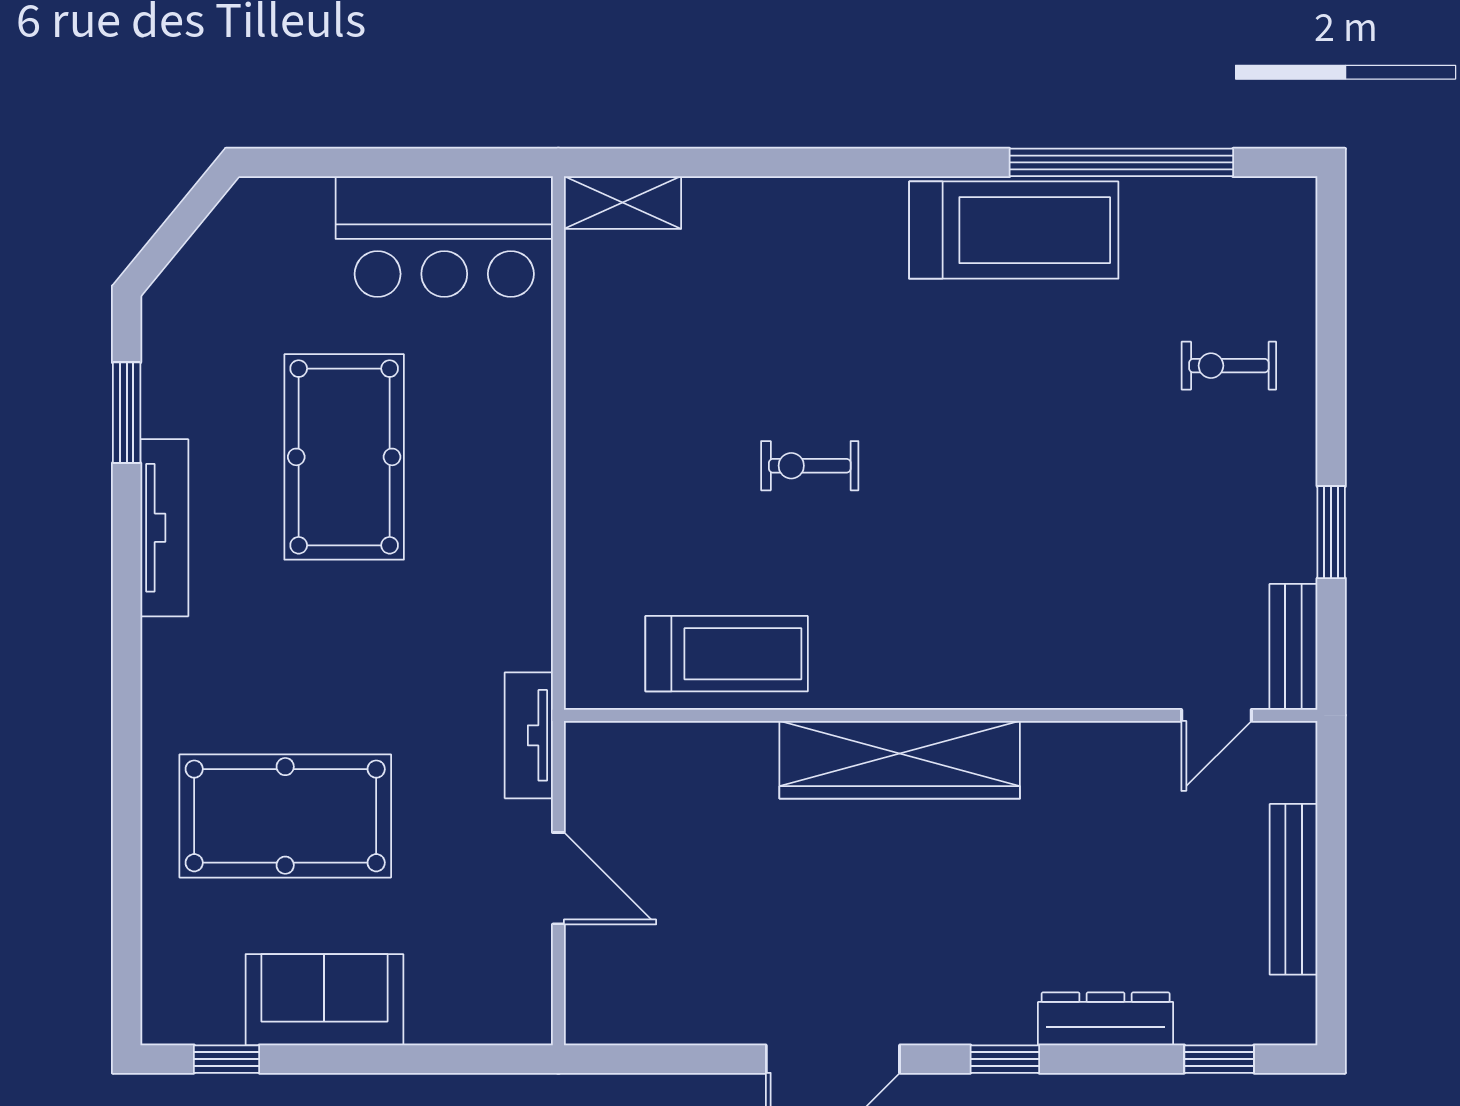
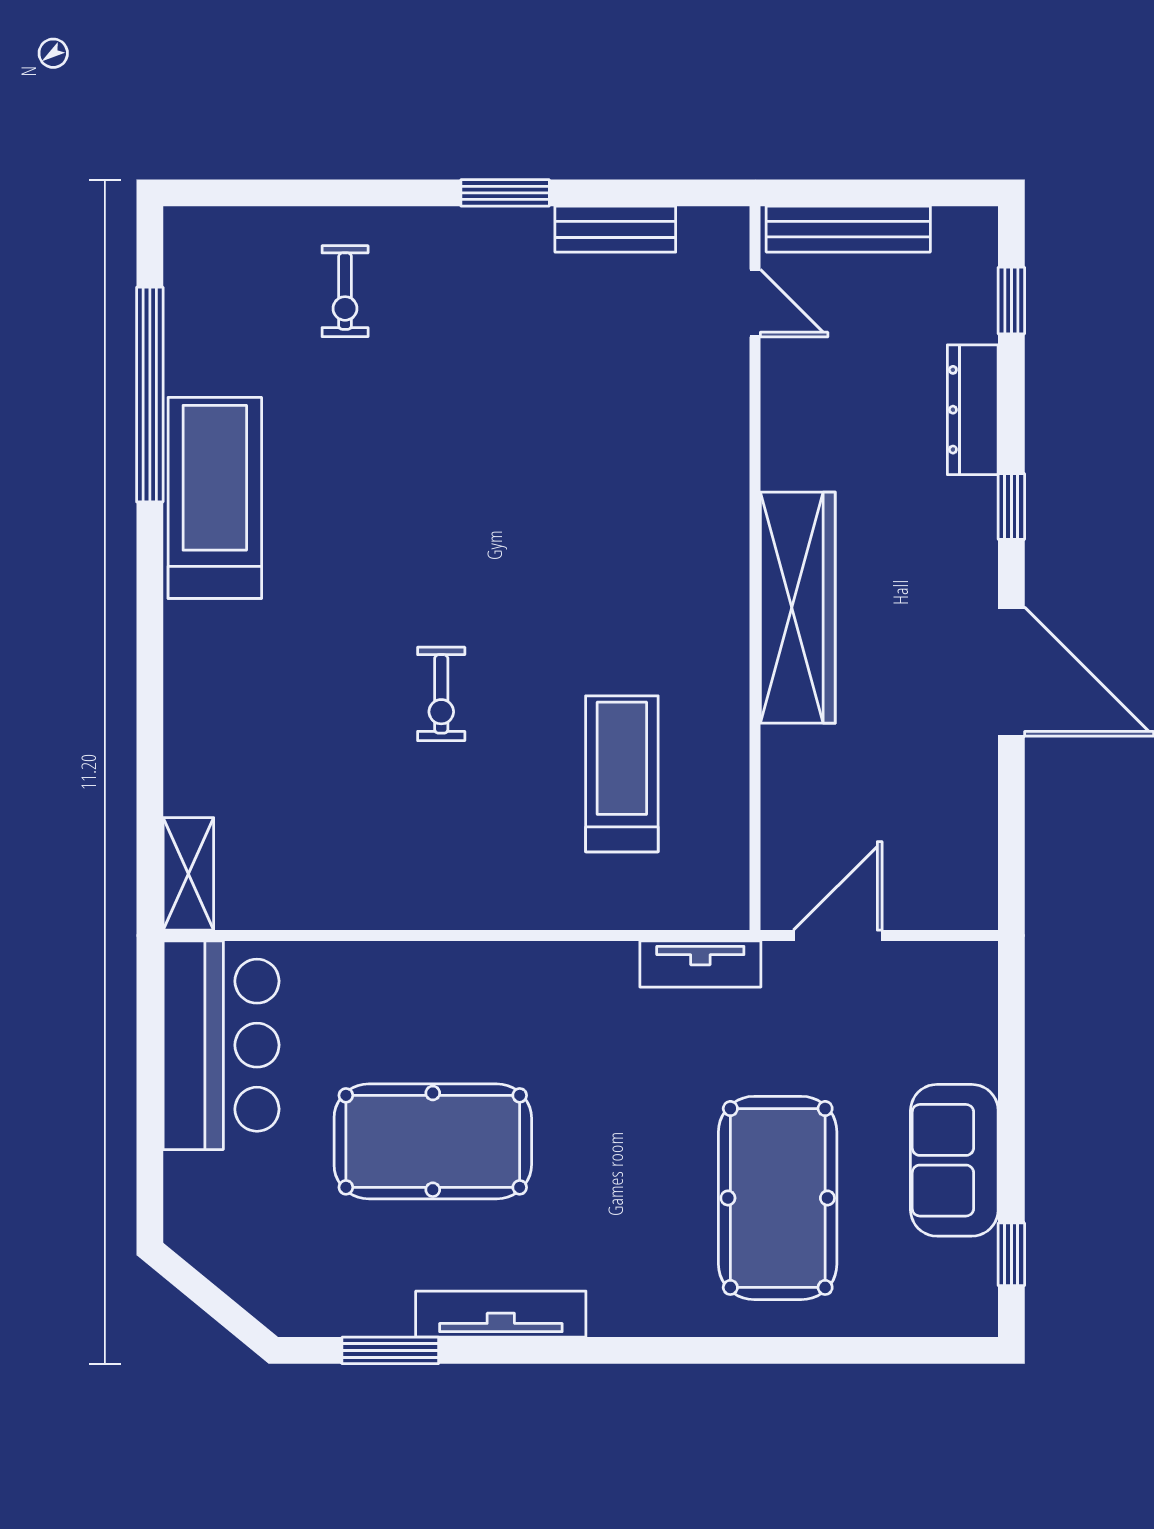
wall: (941, 715) -> (755, 568), moved
door: (1216, 715) -> (755, 303), moved
wardrobe: (900, 760) -> (798, 608), moved

